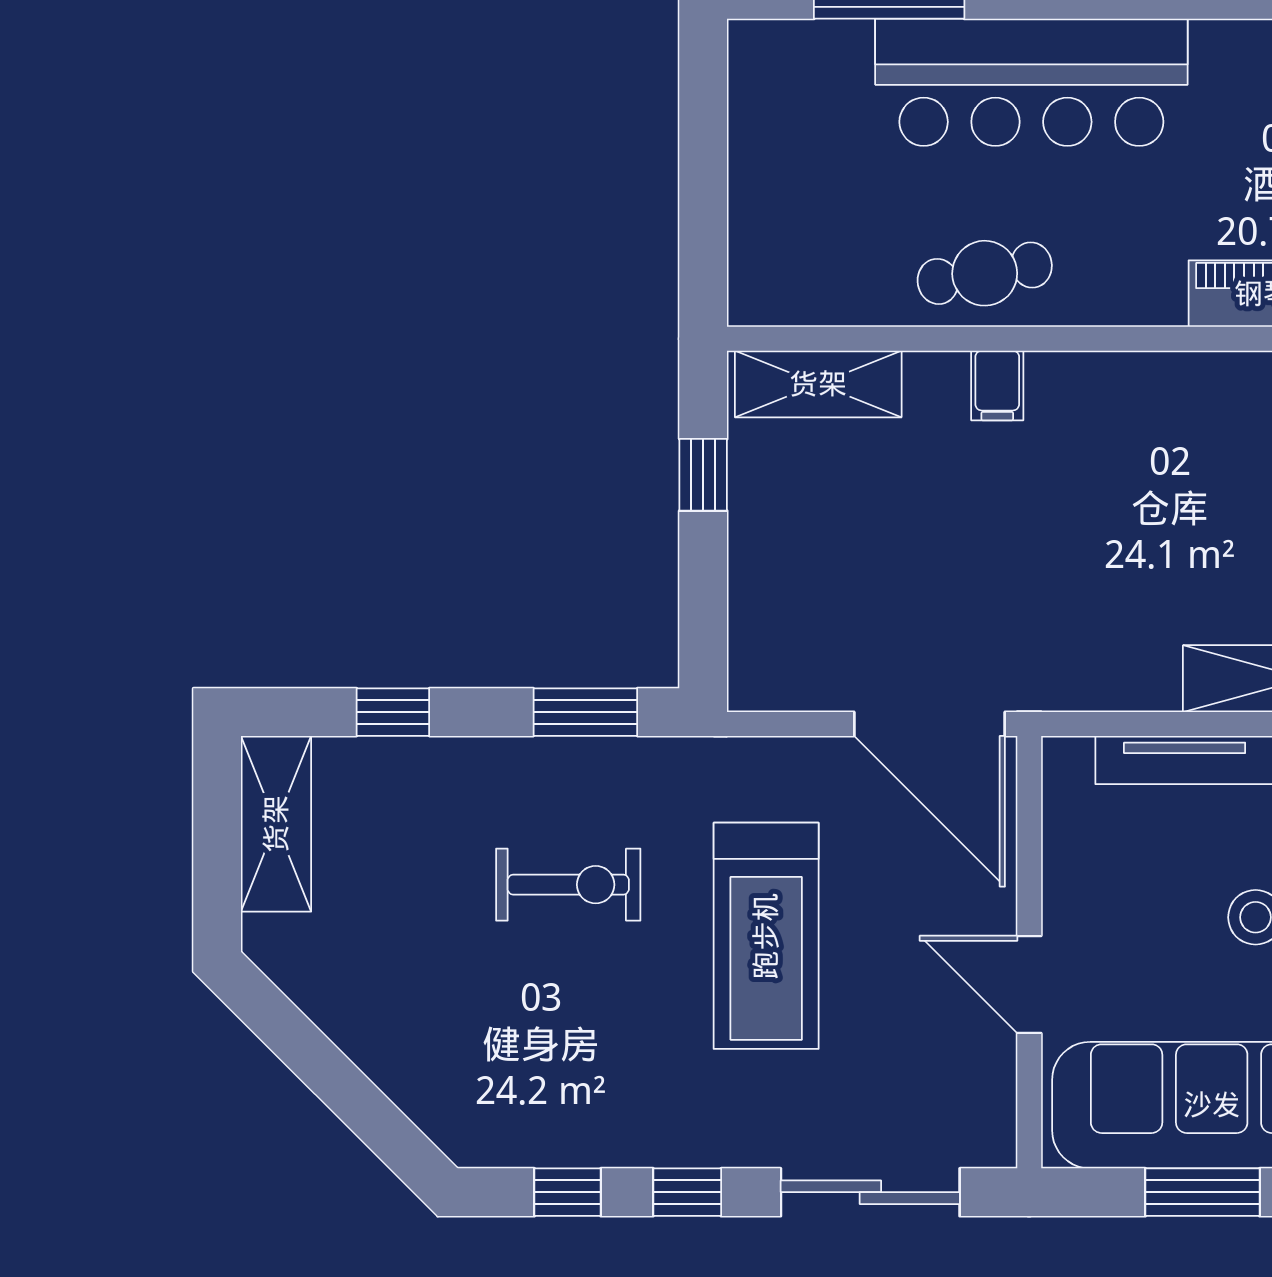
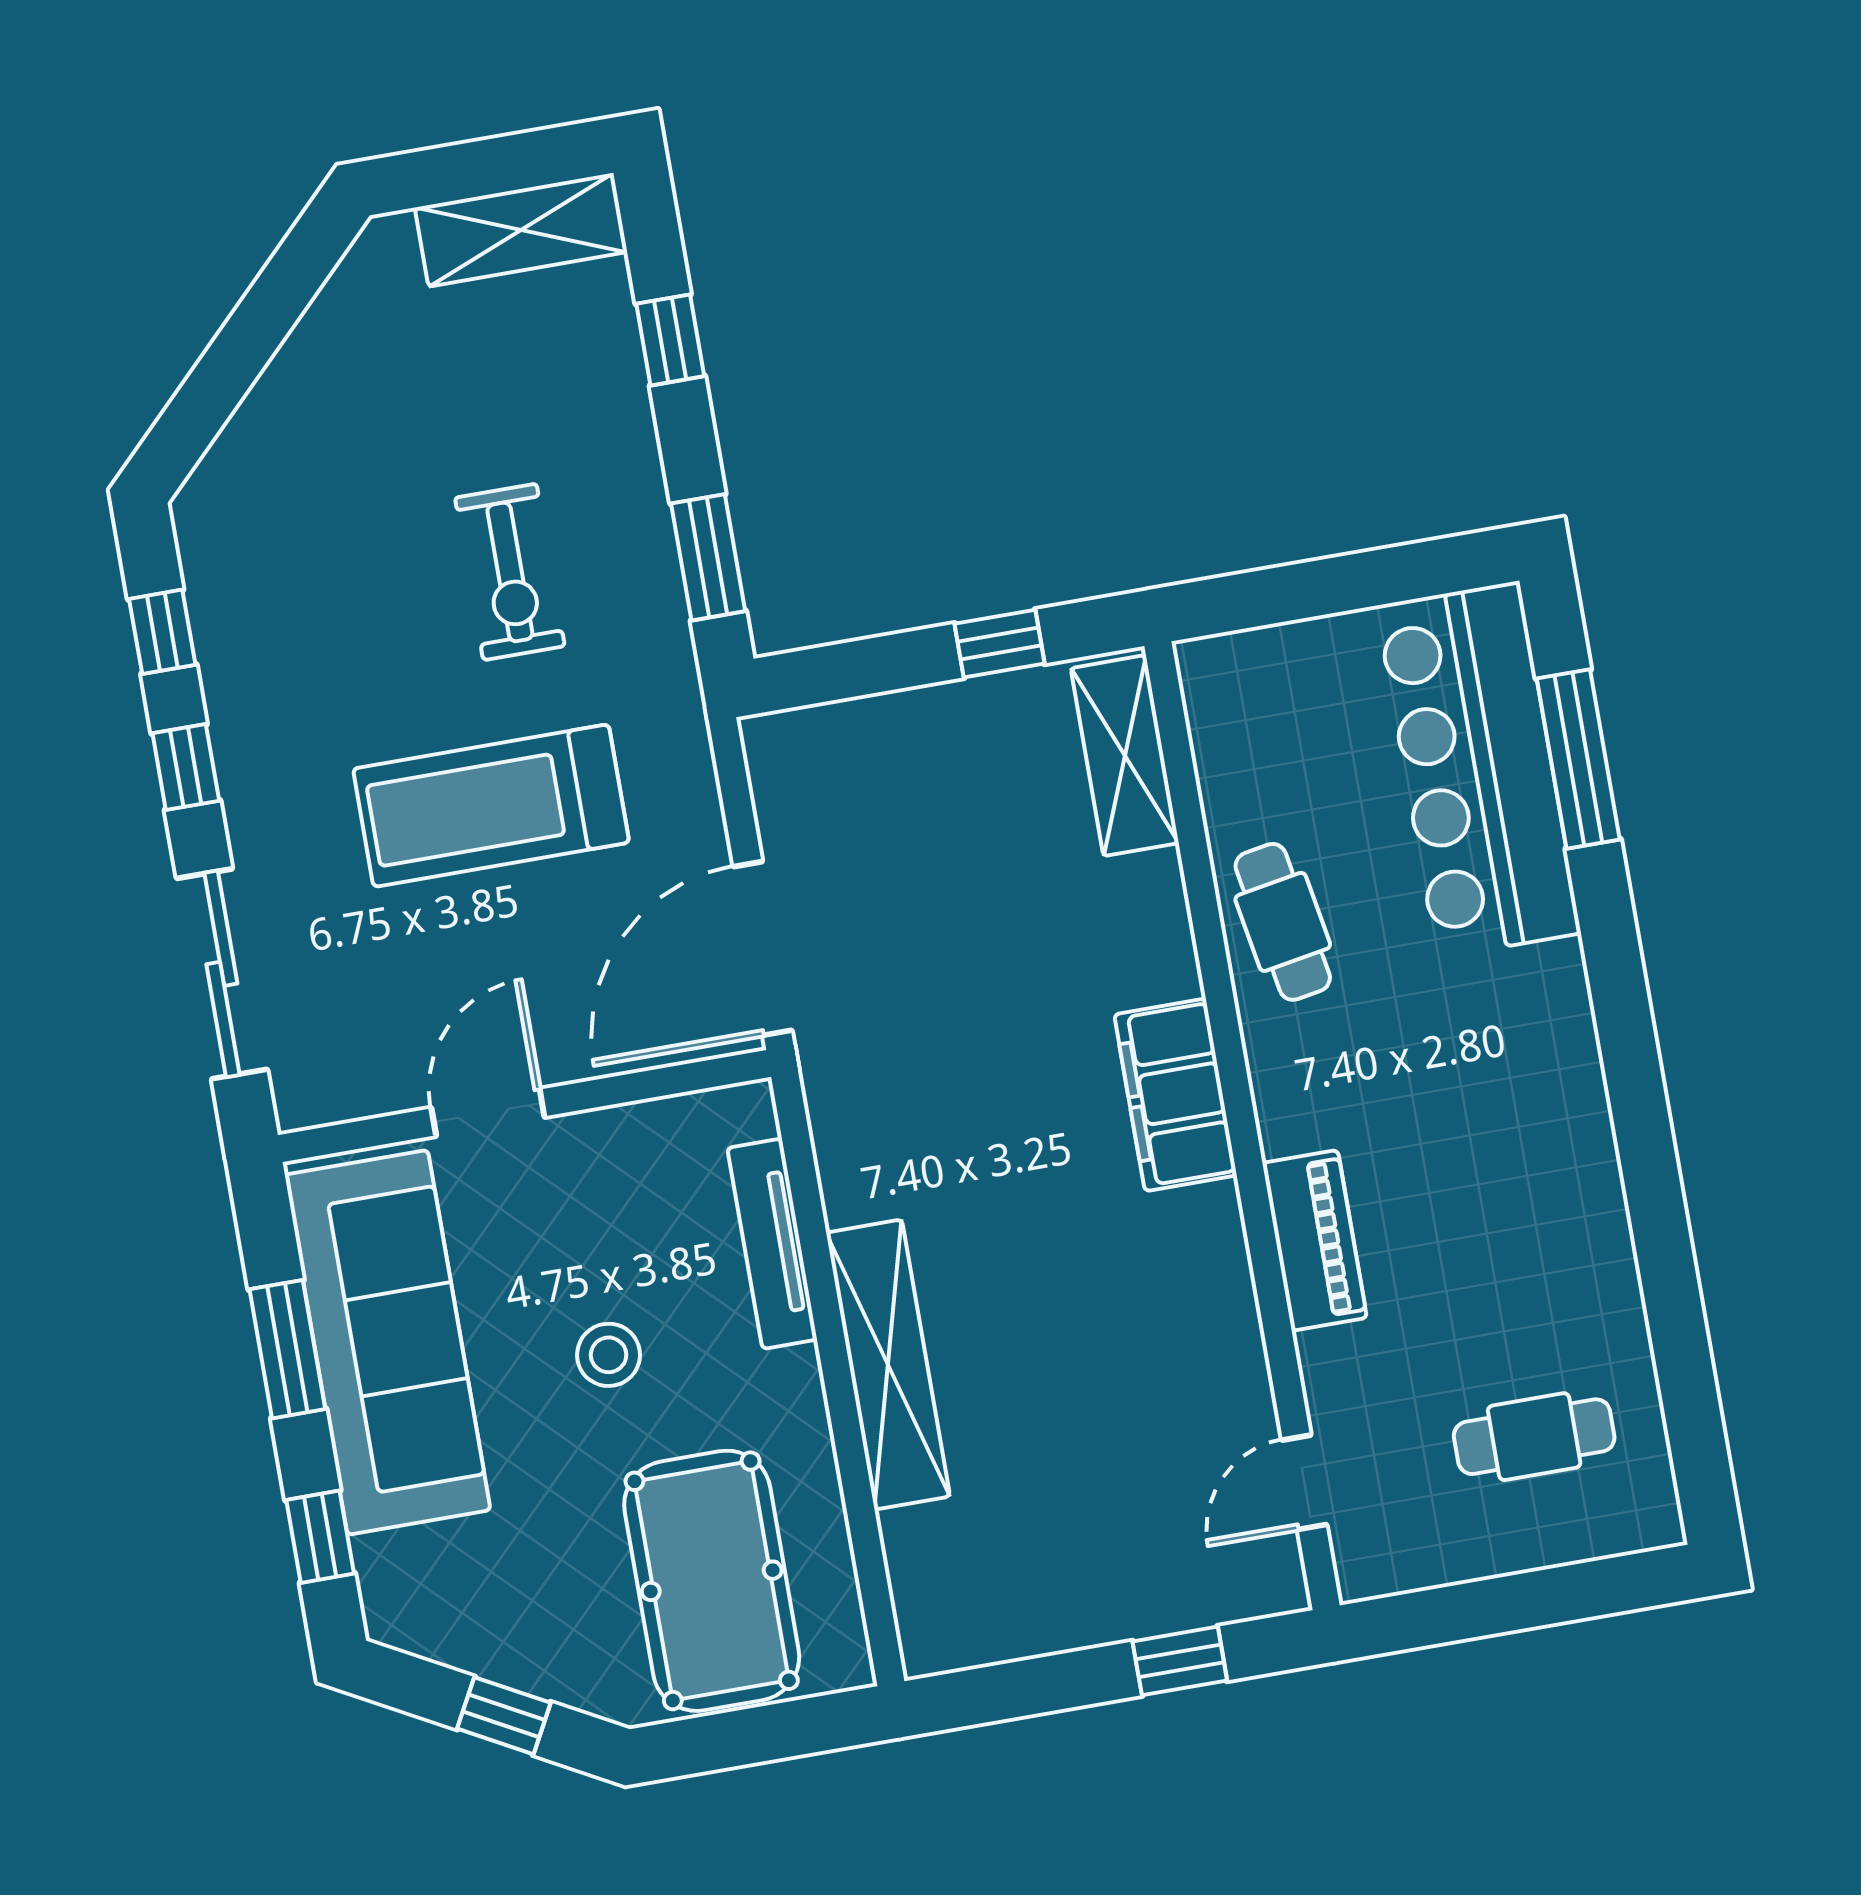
bar counter: (1031, 82) -> (1478, 770), moved
filing cabinet: (997, 385) -> (1176, 1095), moved, width x3.00, depth x1.17

